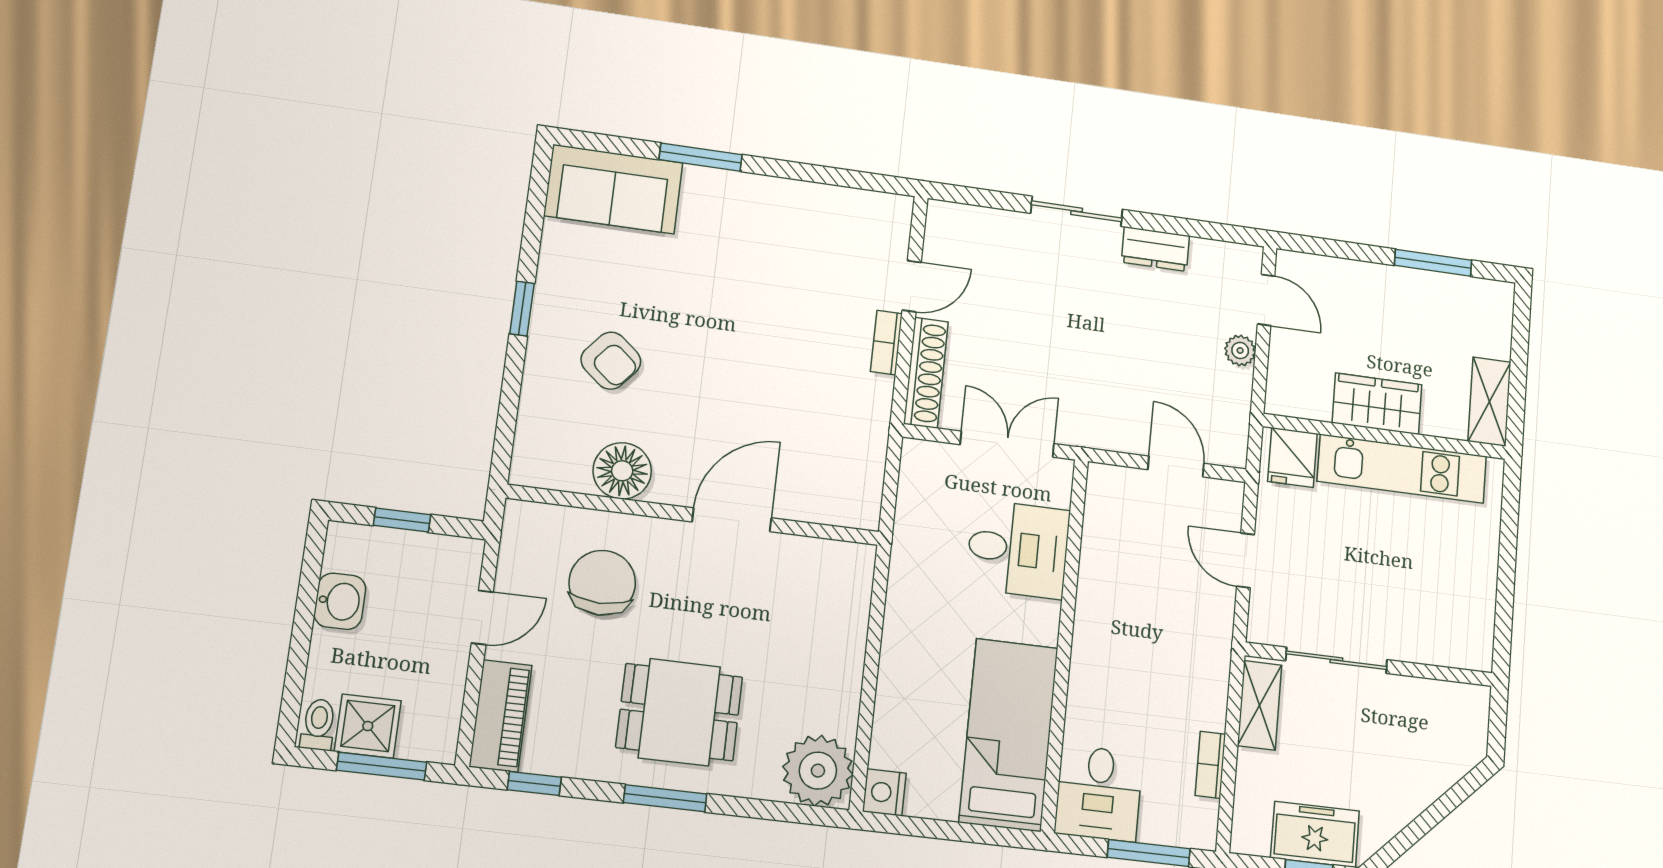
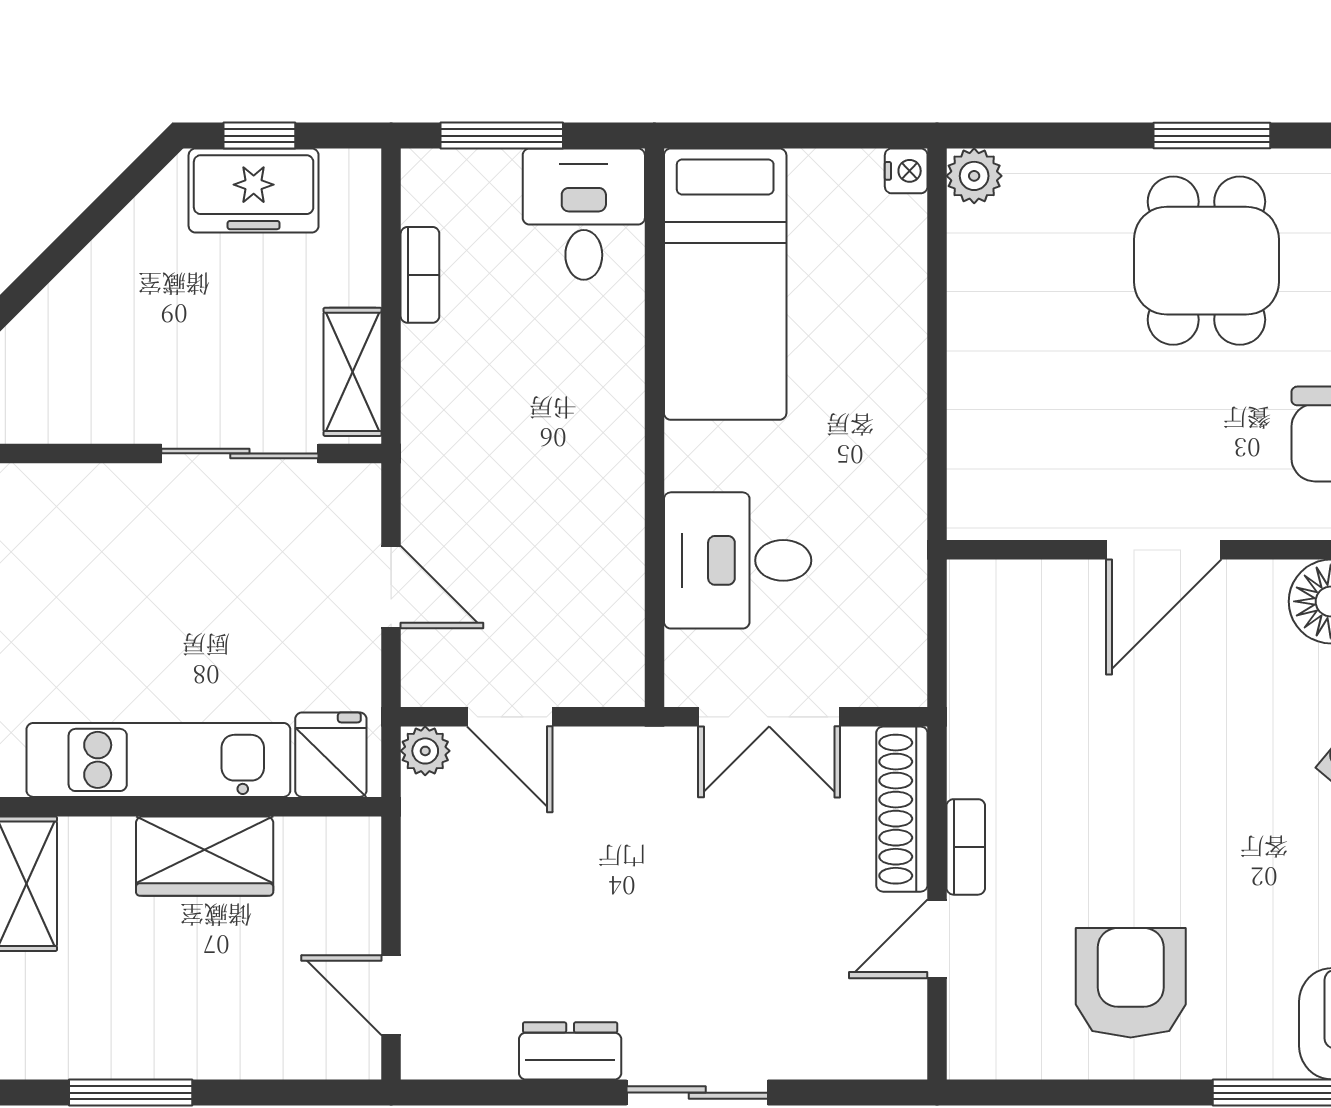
armchair: (787, 240) -> (1131, 983), added
plant: (1240, 350) -> (425, 751), moved
dining table: (679, 712) -> (1206, 261), turned 90
plant: (818, 771) -> (974, 176), width x0.53, depth x0.53
nightstand: (884, 792) -> (906, 171), width x0.72, depth x0.74

